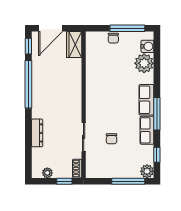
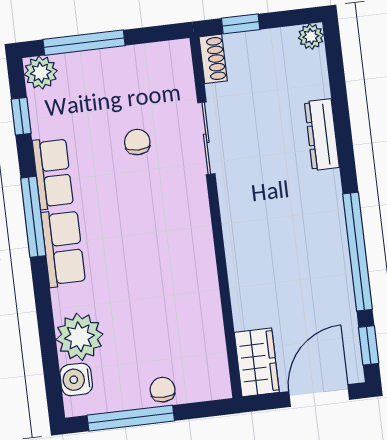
plant: (47, 173) -> (311, 36), moved

